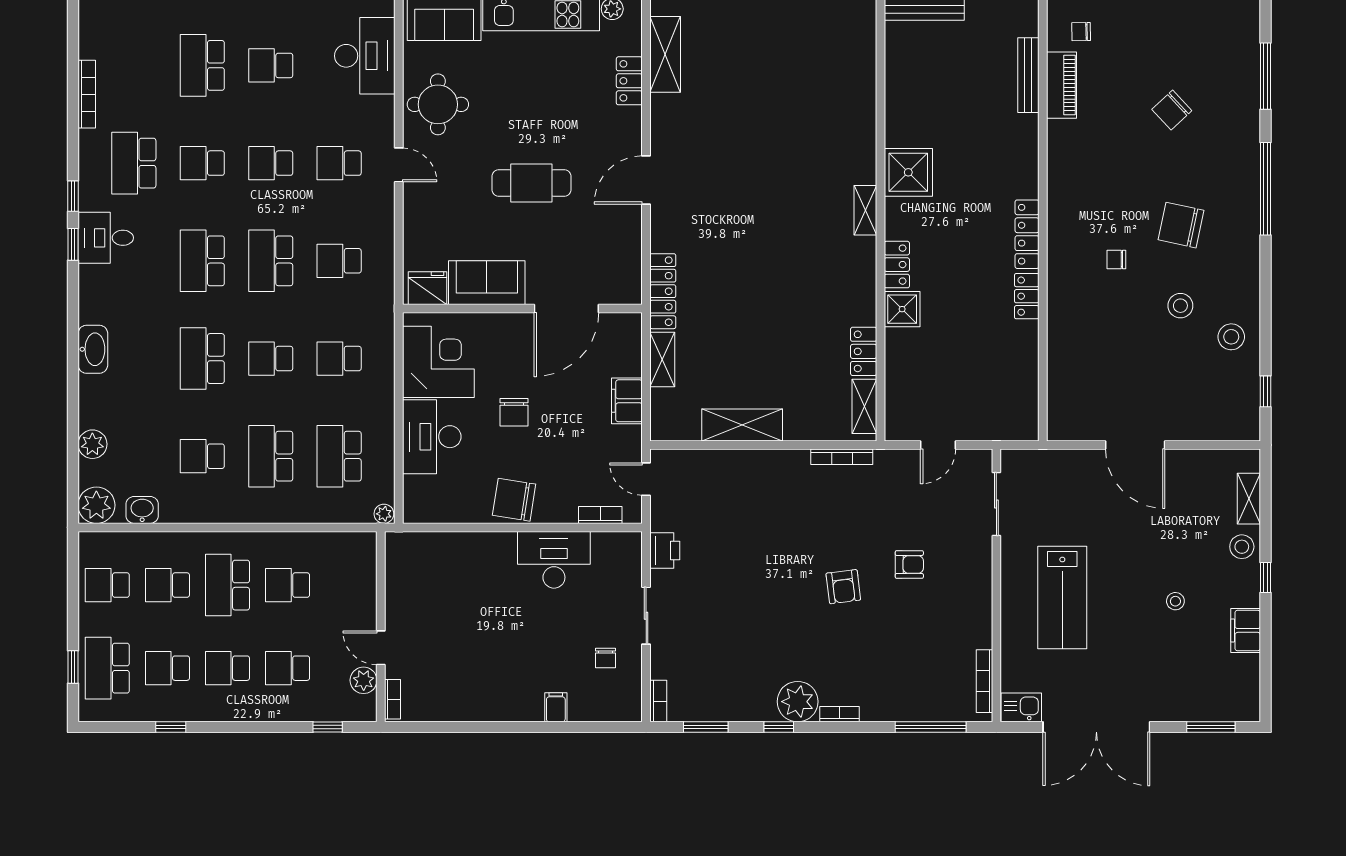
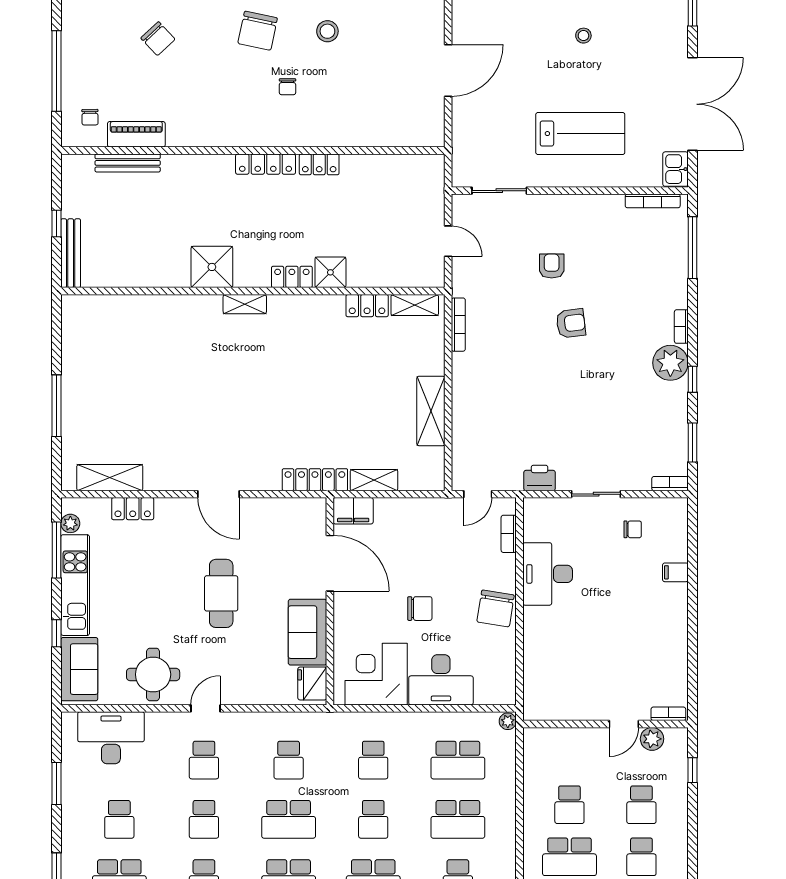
filing cabinet: (627, 401) -> (353, 511), moved

